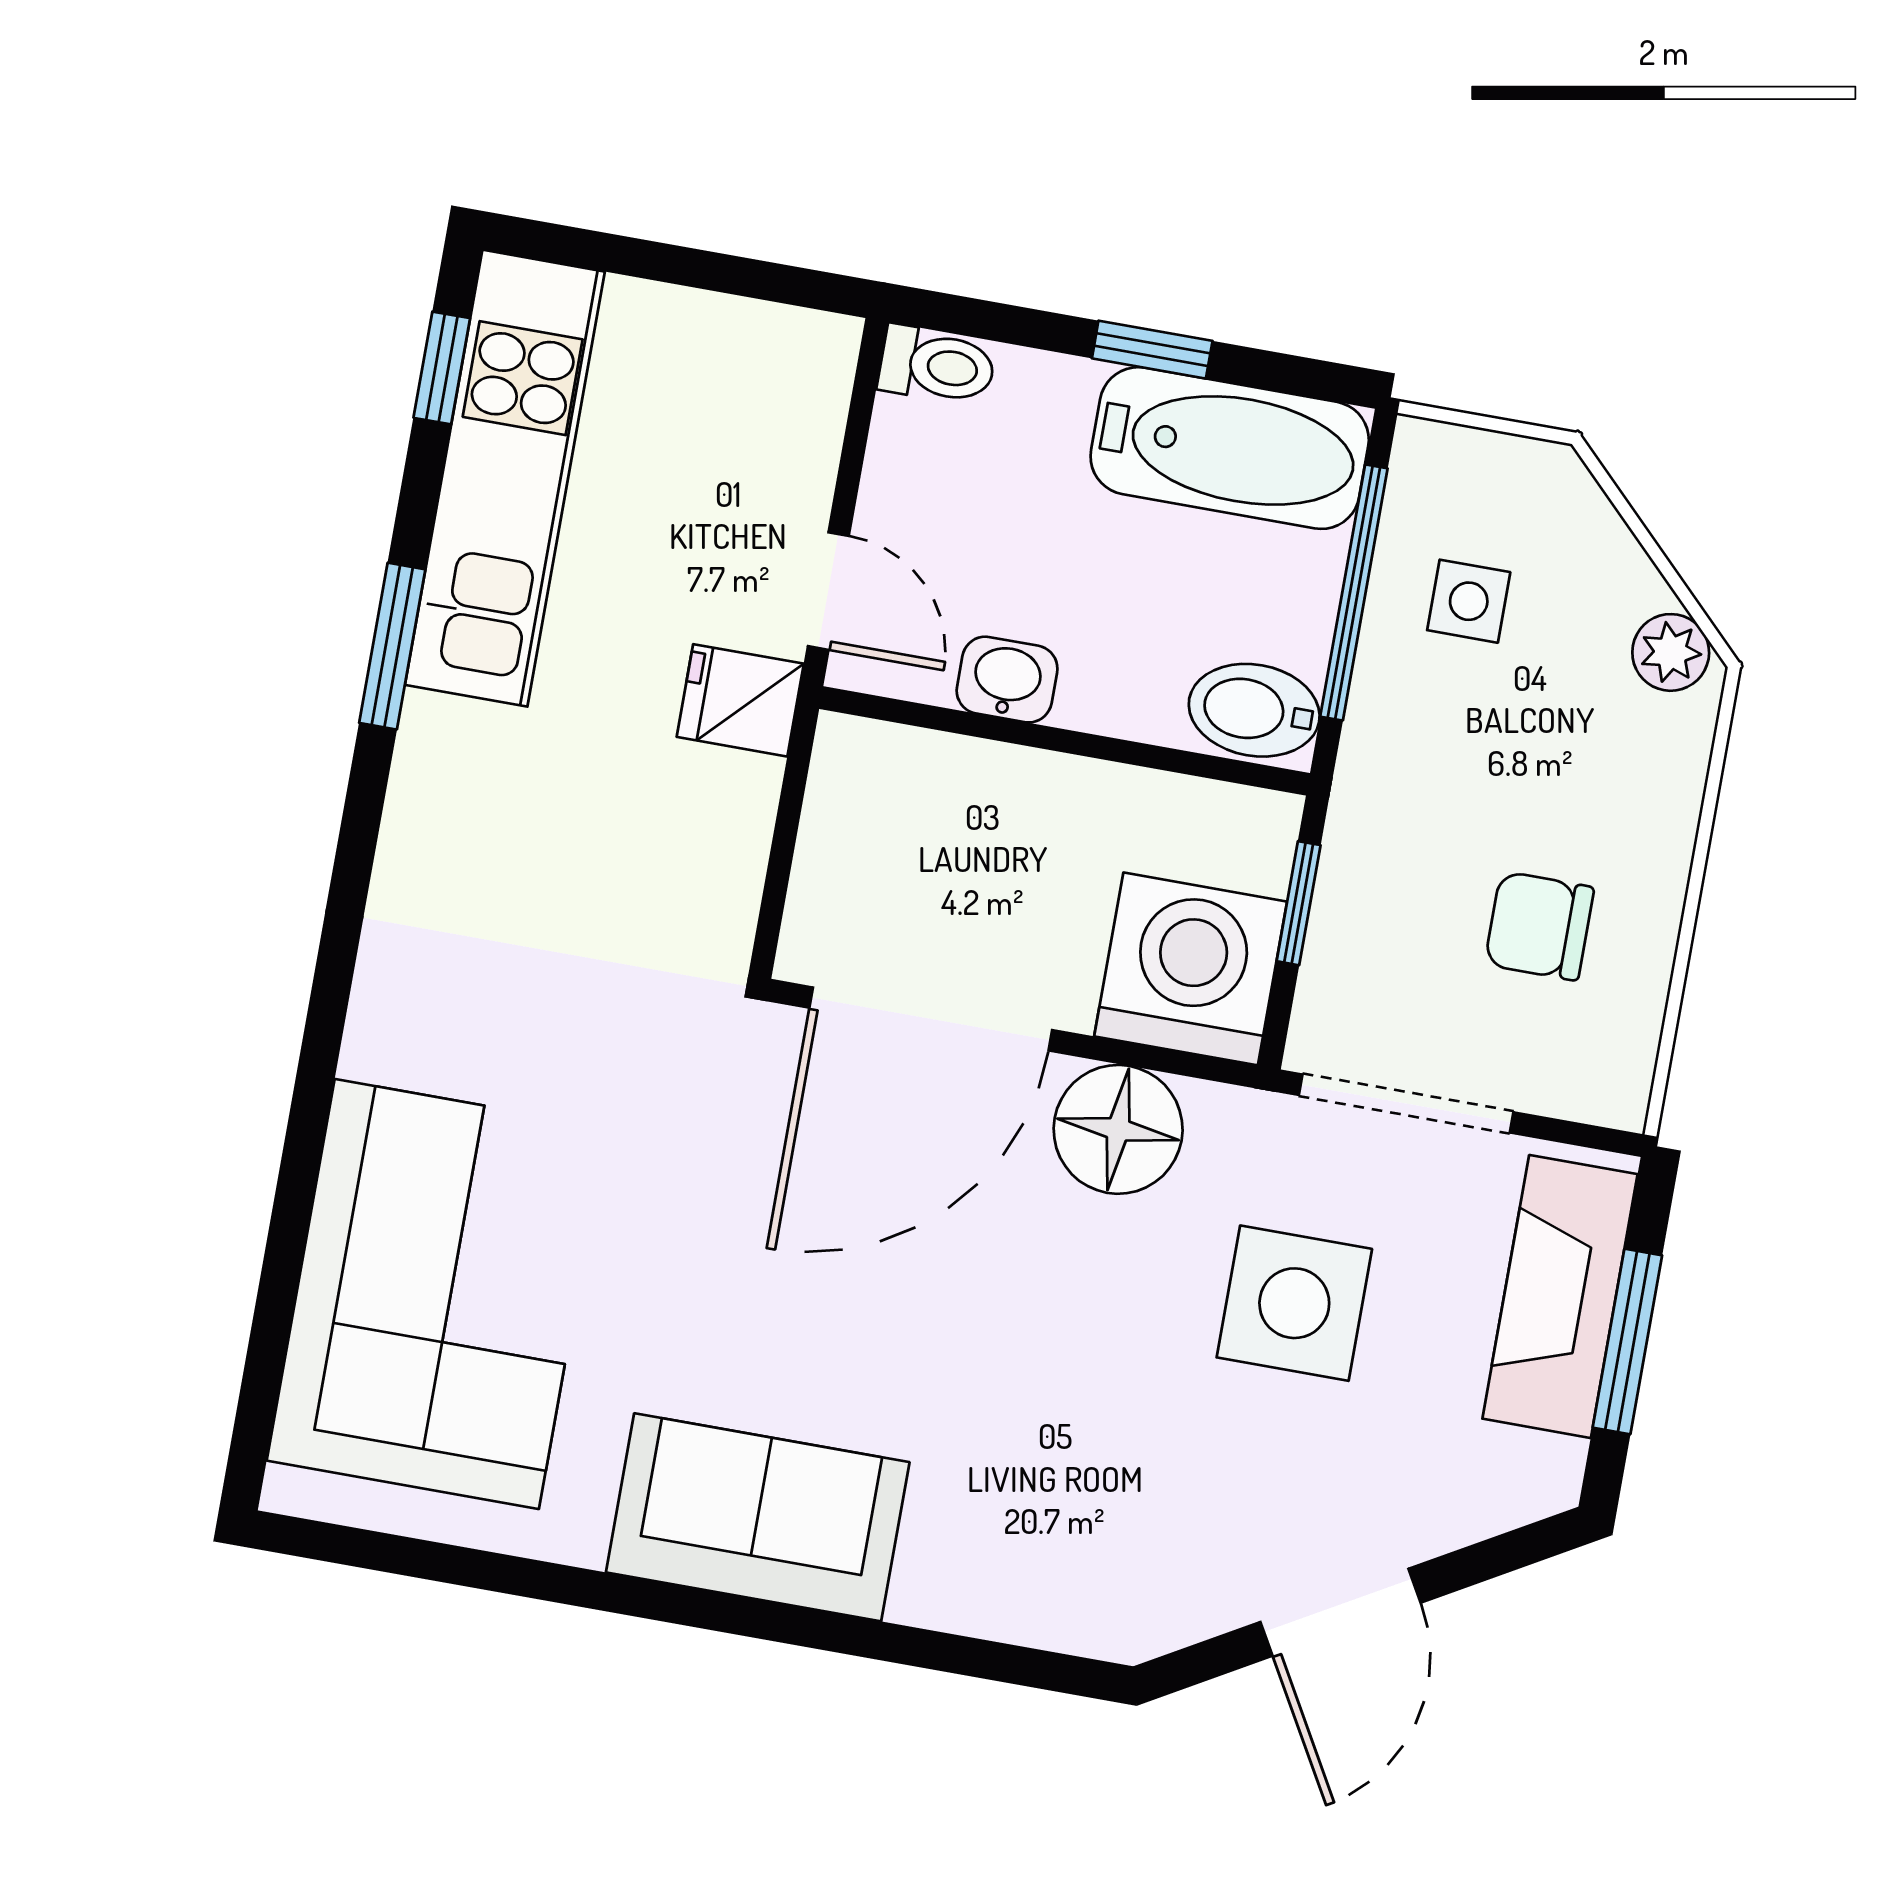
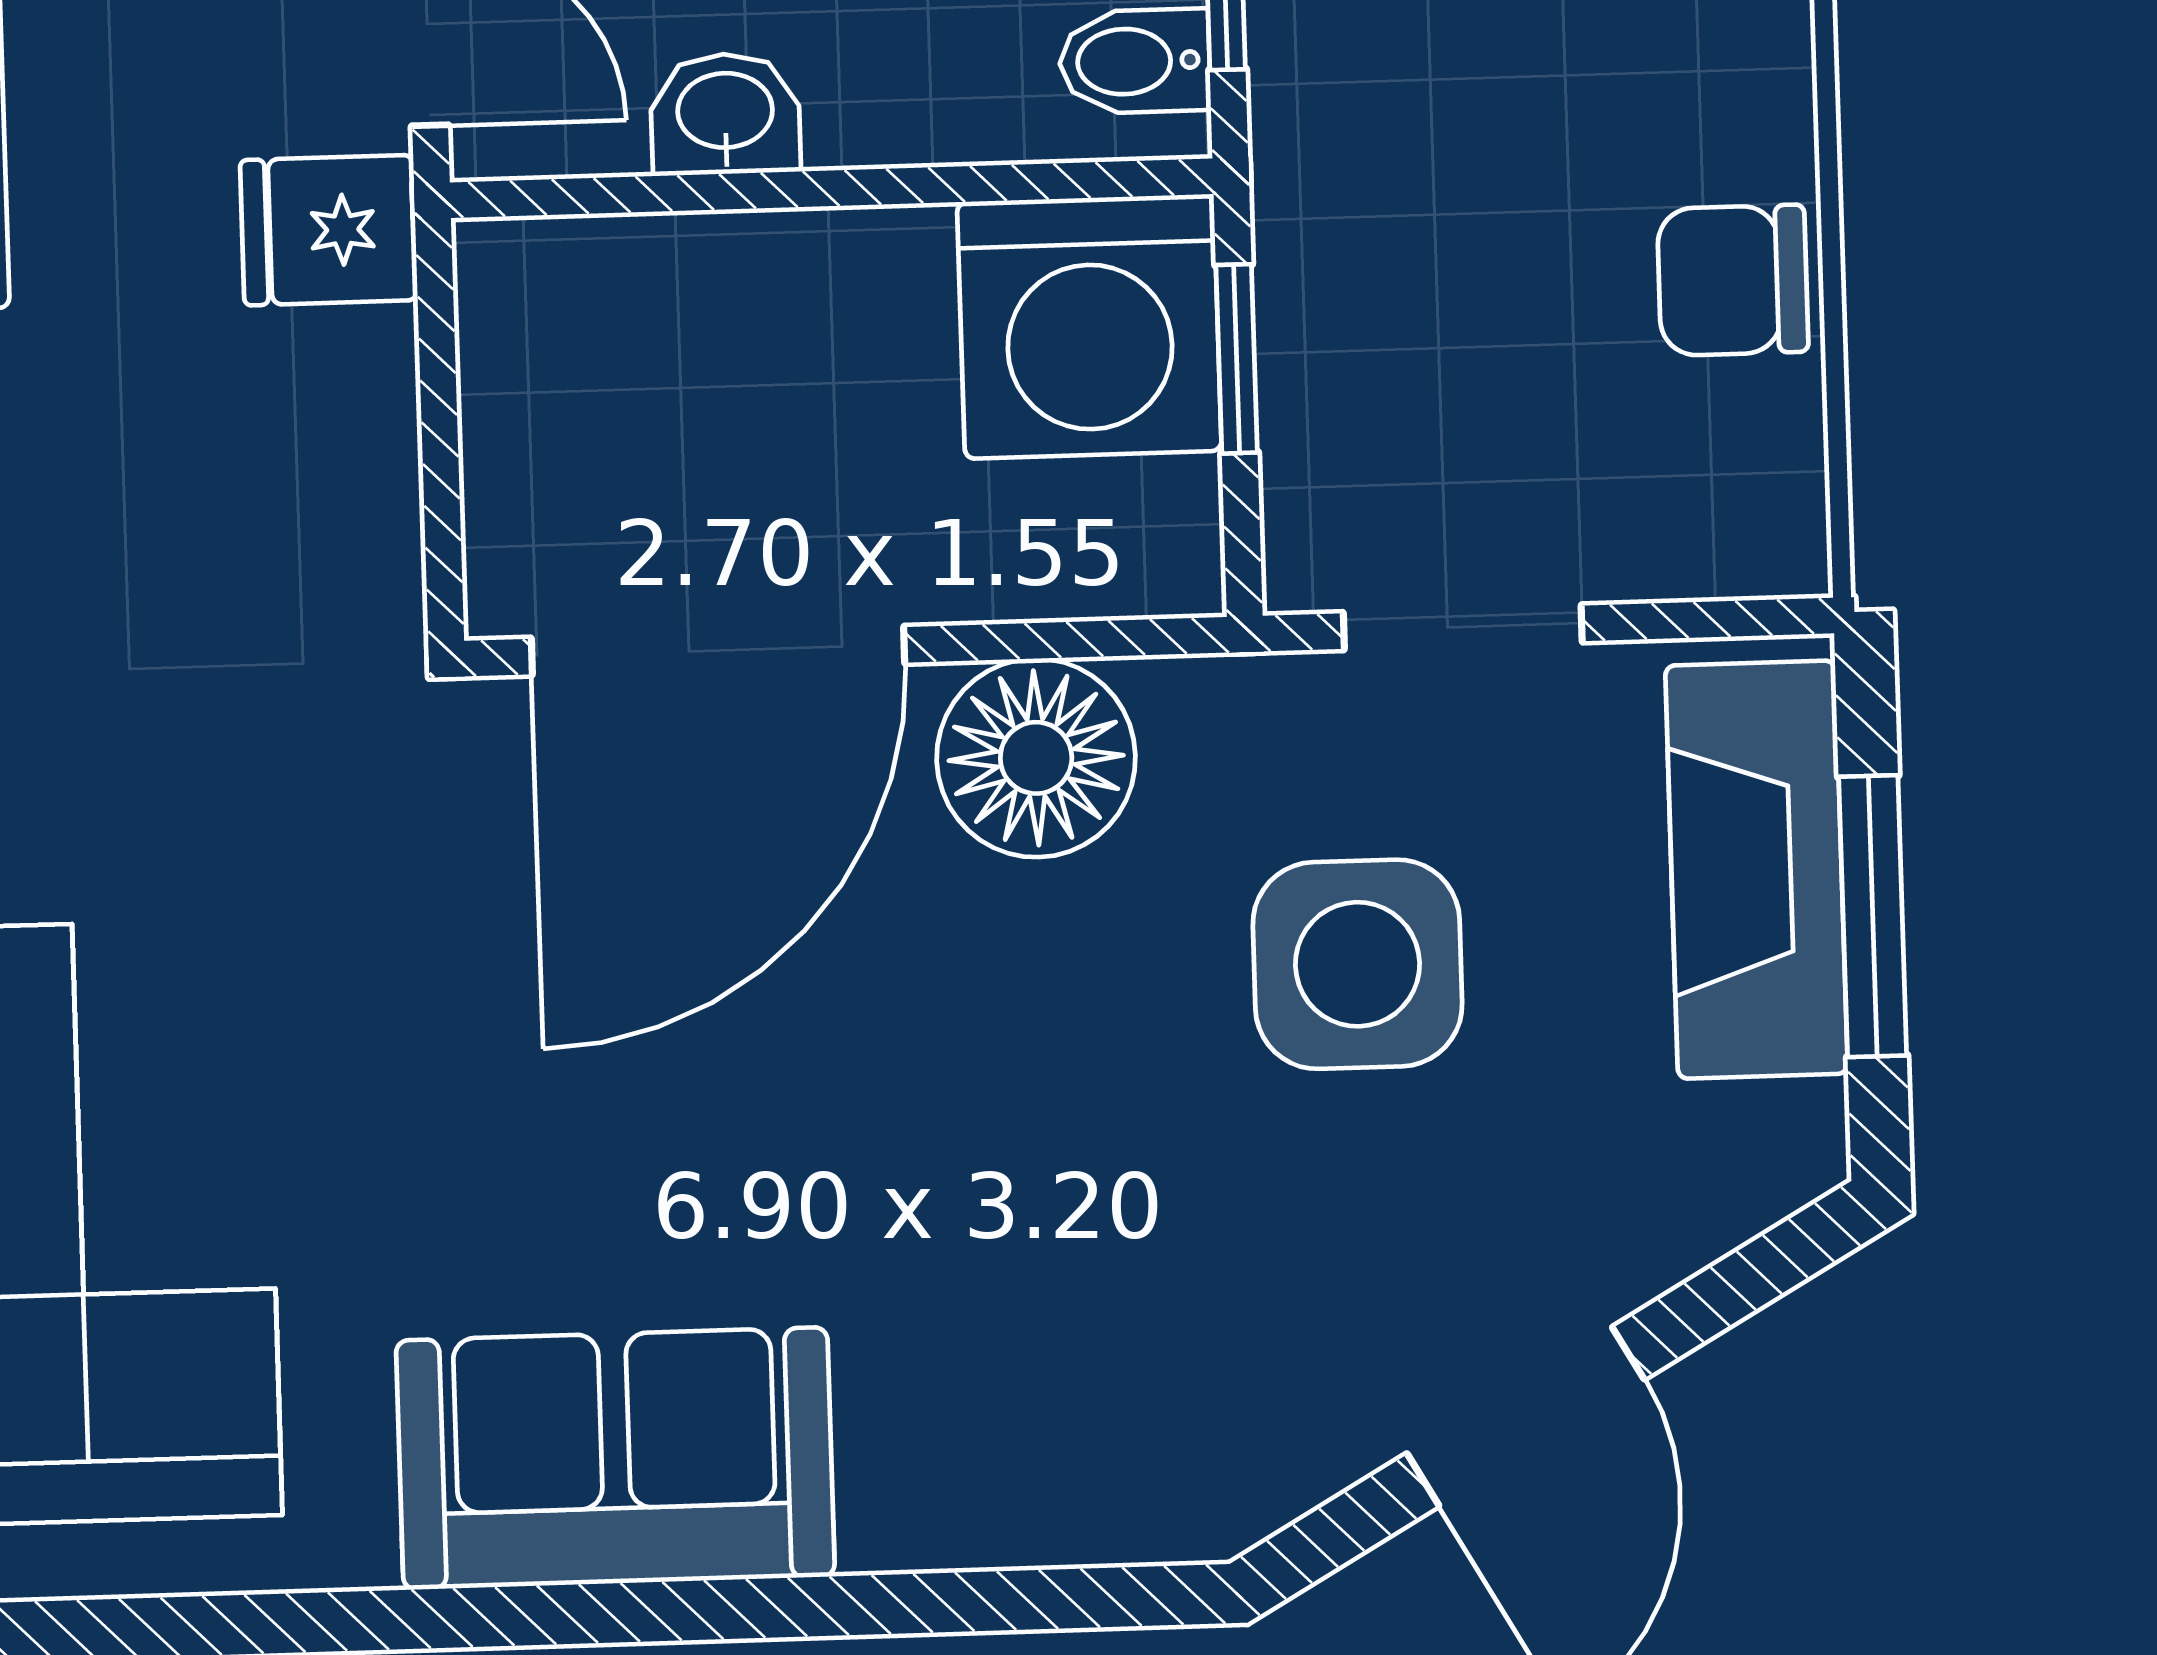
bidet: (1254, 710) -> (1135, 61), width x0.72, depth x0.74
chair: (1539, 926) -> (1733, 280), moved
washing machine: (1191, 969) -> (1089, 326), moved, turned 180
doorway: (1406, 1104) -> (1463, 627), width x0.73

